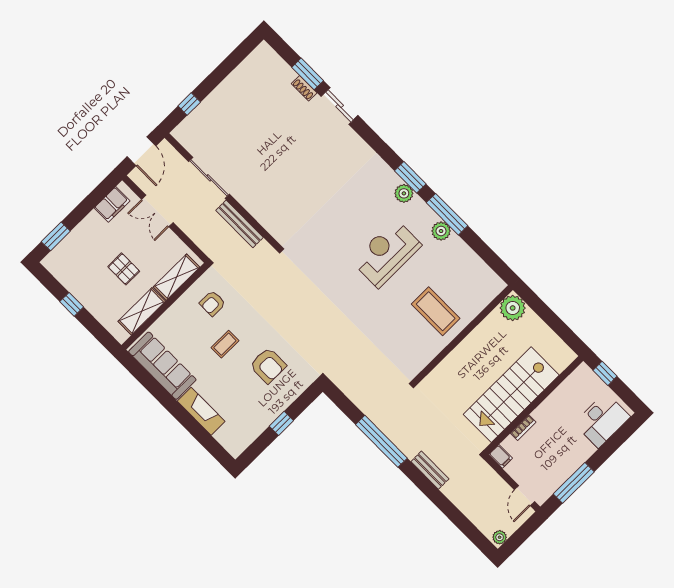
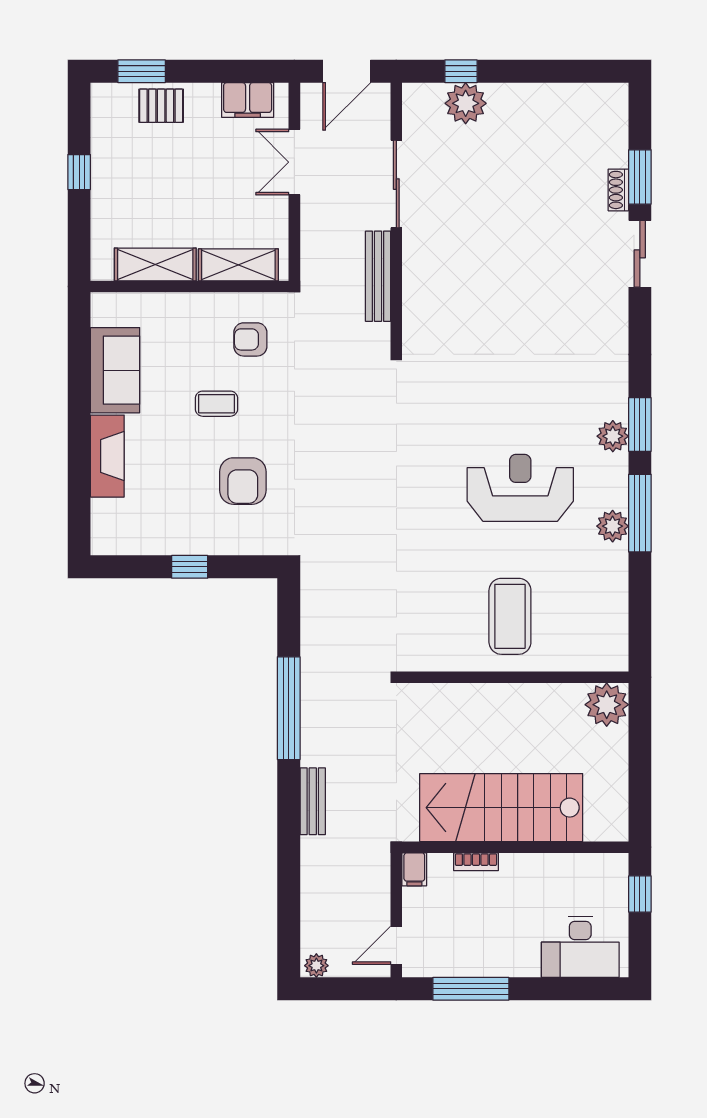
plant: (204, 115) -> (466, 103), added
pallet: (124, 269) -> (161, 106), moved, turned 90
sofa: (162, 366) -> (115, 370), width x0.73

